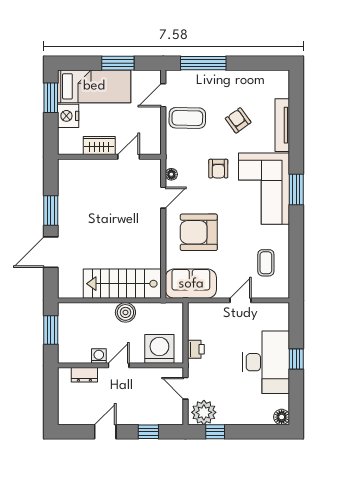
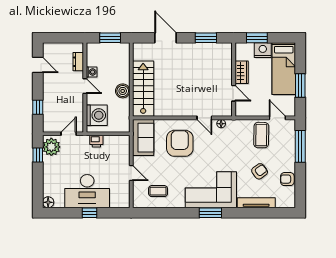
window: (51, 98) -> (257, 38), moved
armchair: (218, 169) -> (287, 179), moved
window: (51, 210) -> (206, 38), moved
door: (105, 432) -> (38, 65), moved

